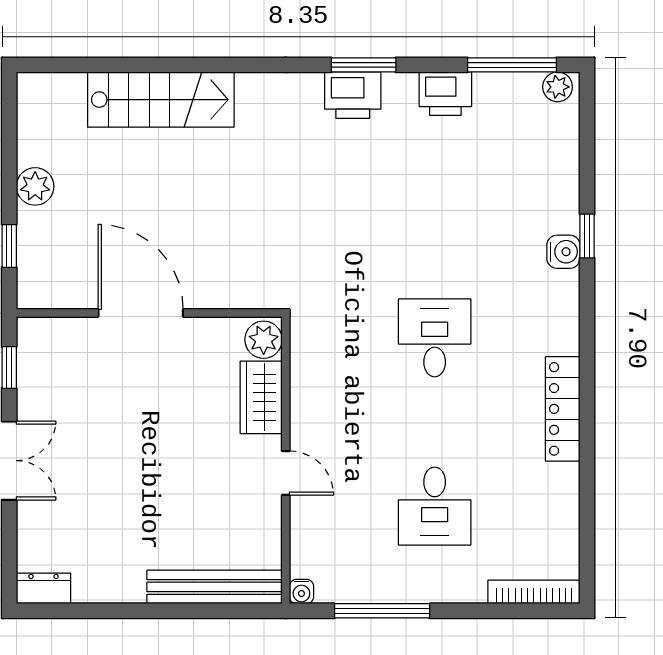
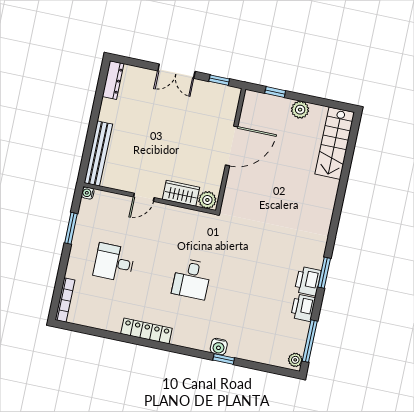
printer: (353, 95) -> (308, 281), moved
stairs: (161, 100) -> (335, 143), moved
desk: (435, 338) -> (192, 279), turned 90
dresser: (44, 588) -> (113, 80), width x1.44
window: (382, 611) -> (71, 228), width x0.69

